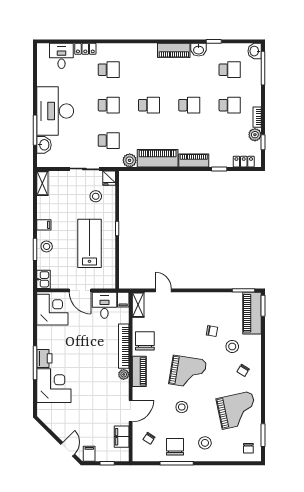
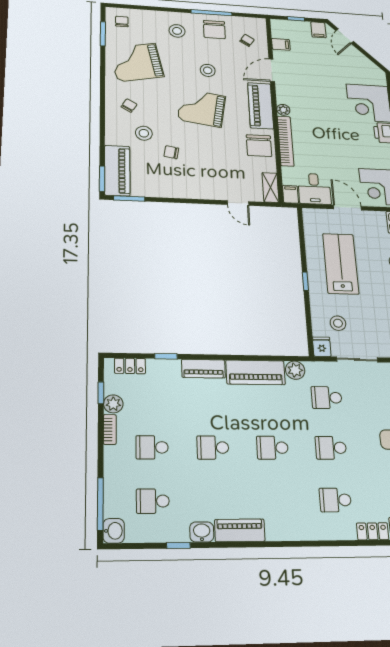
lab bench: (90, 243) -> (341, 264), turned 180
piano: (139, 371) -> (261, 106), width x1.37, depth x1.33
filing cabinet: (122, 437) -> (281, 44), width x0.50

